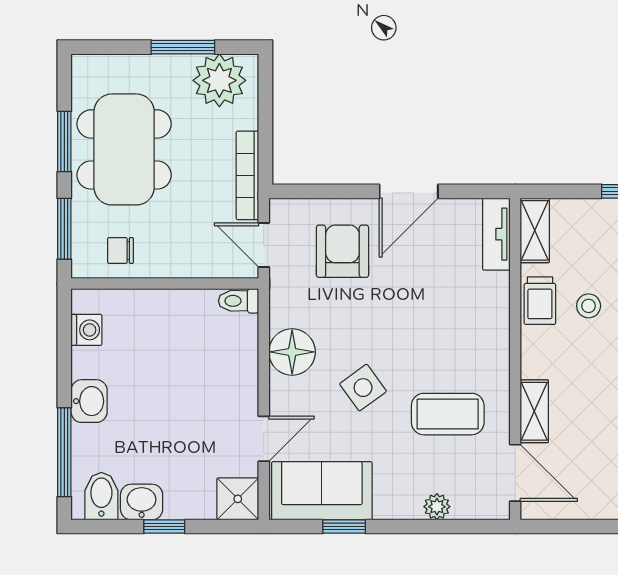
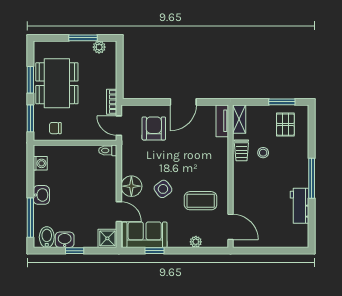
plant: (219, 80) -> (99, 47), width x0.53, depth x0.53
bookcase: (247, 175) -> (112, 102), width x0.64
floor lamp: (292, 352) -> (131, 186), moved
shelving: (534, 411) -> (239, 199), removed
door: (264, 439) -> (119, 212), hinge flipped

